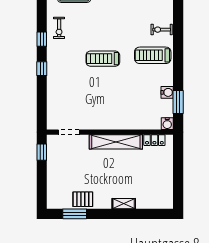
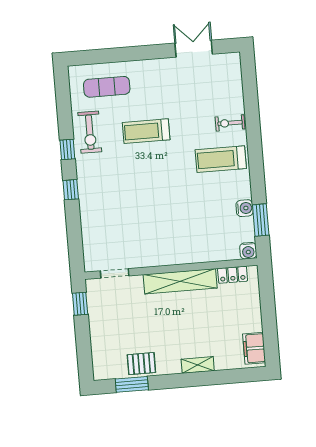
exercise bike: (59, 28) -> (90, 132), width x1.38, depth x1.39
treadmill: (103, 59) -> (146, 131), moved
filing cabinet: (166, 195) -> (254, 348), added

